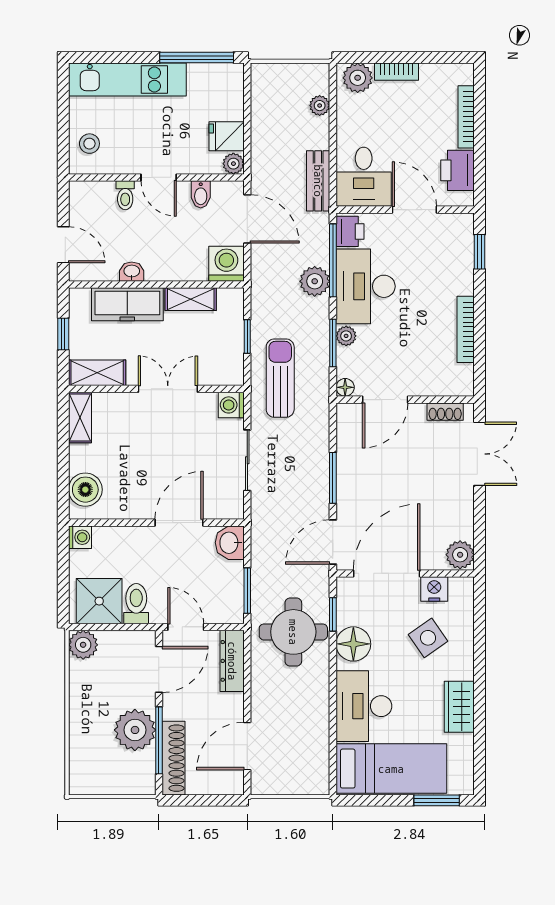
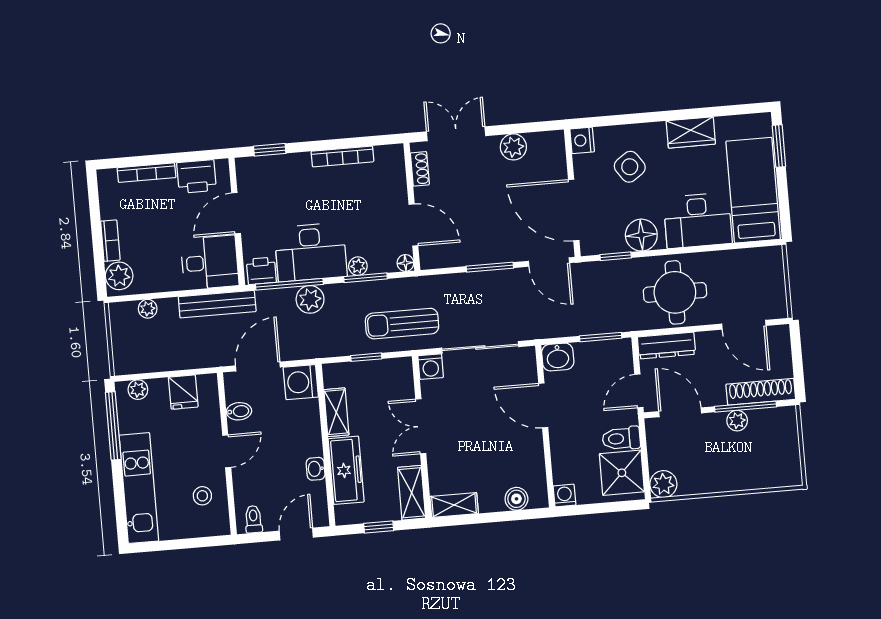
stool: (89, 144) -> (202, 496), moved
plant: (233, 164) -> (138, 390), moved
bench: (318, 181) -> (217, 304), width x1.36
toilet: (125, 195) -> (253, 519), moved, turned -90
sliding door: (247, 460) -> (480, 347), width x1.37
boiler: (85, 490) -> (516, 499), width x0.73, depth x0.73
plant: (460, 555) -> (513, 147), moved
nightstand: (434, 589) -> (582, 140), moved
round table: (293, 632) -> (675, 292), moved
plant: (135, 730) -> (737, 421), width x0.53, depth x0.53

